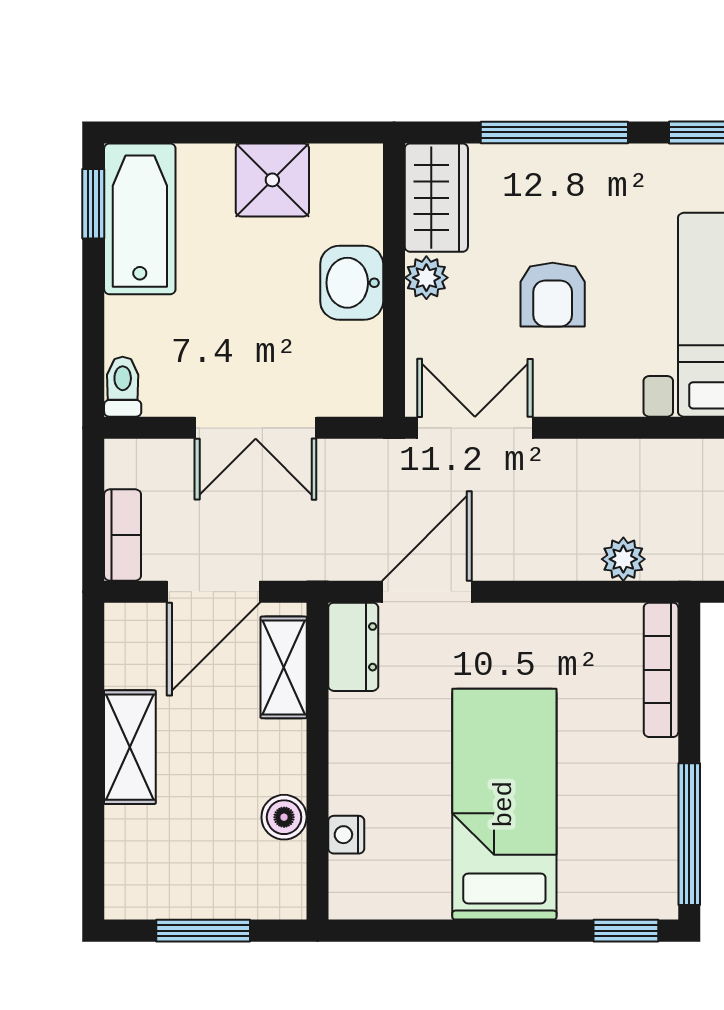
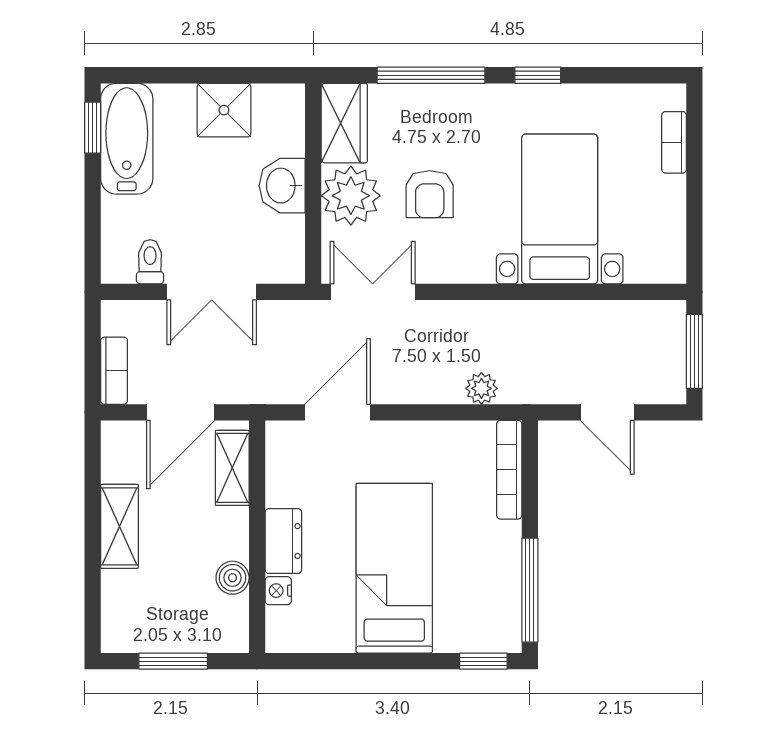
plant: (426, 278) -> (351, 196), width x1.88, depth x1.88
toilet: (123, 387) -> (150, 262), moved
dresser: (353, 647) -> (283, 541), moved

